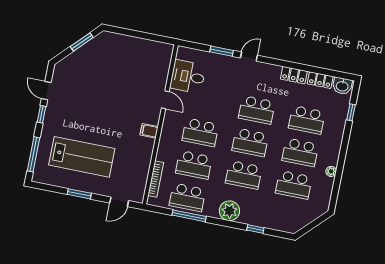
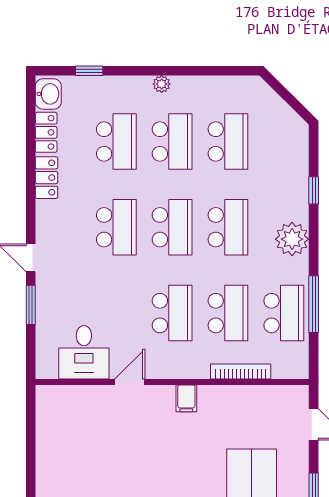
plant: (331, 171) -> (162, 84), moved
bookcase: (156, 179) -> (241, 372), moved

